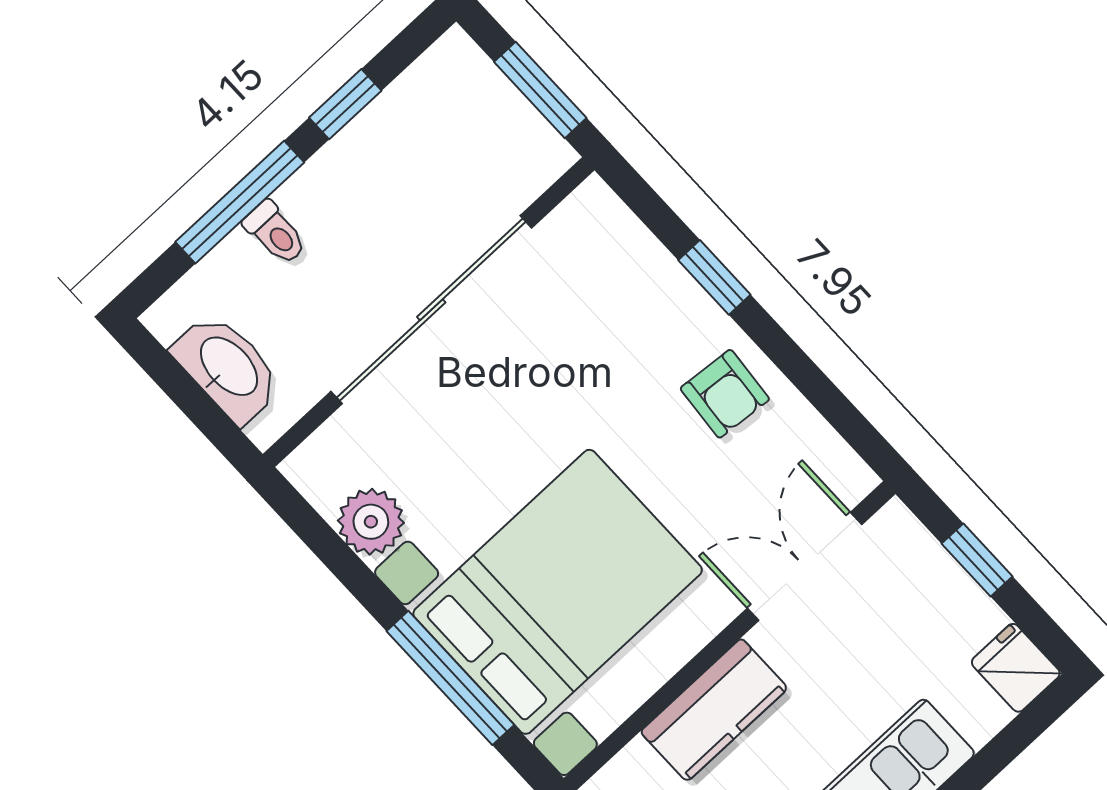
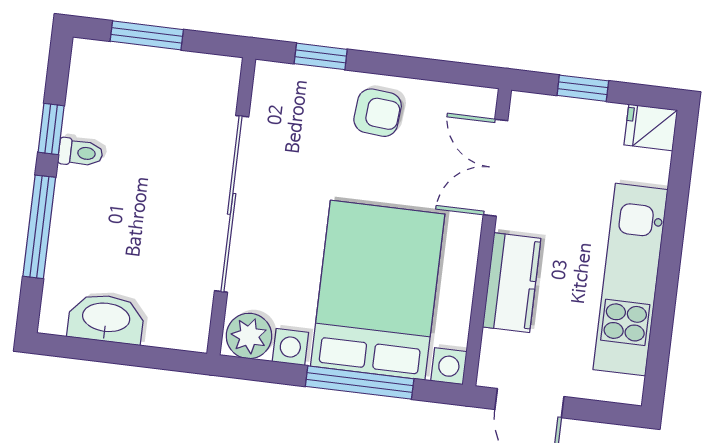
toilet: (275, 233) -> (80, 153), moved
sliding door: (431, 310) -> (232, 204), moved
wall: (429, 312) -> (231, 206), moved

